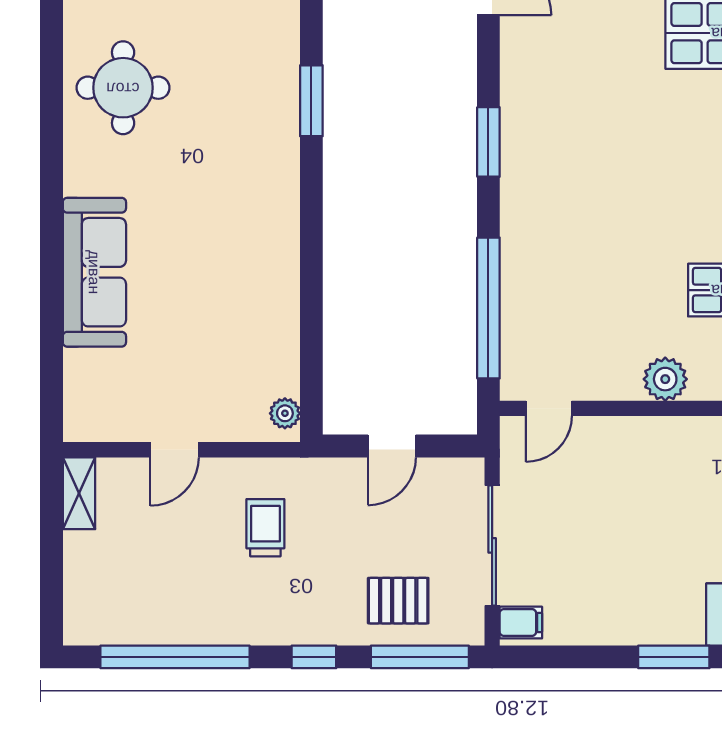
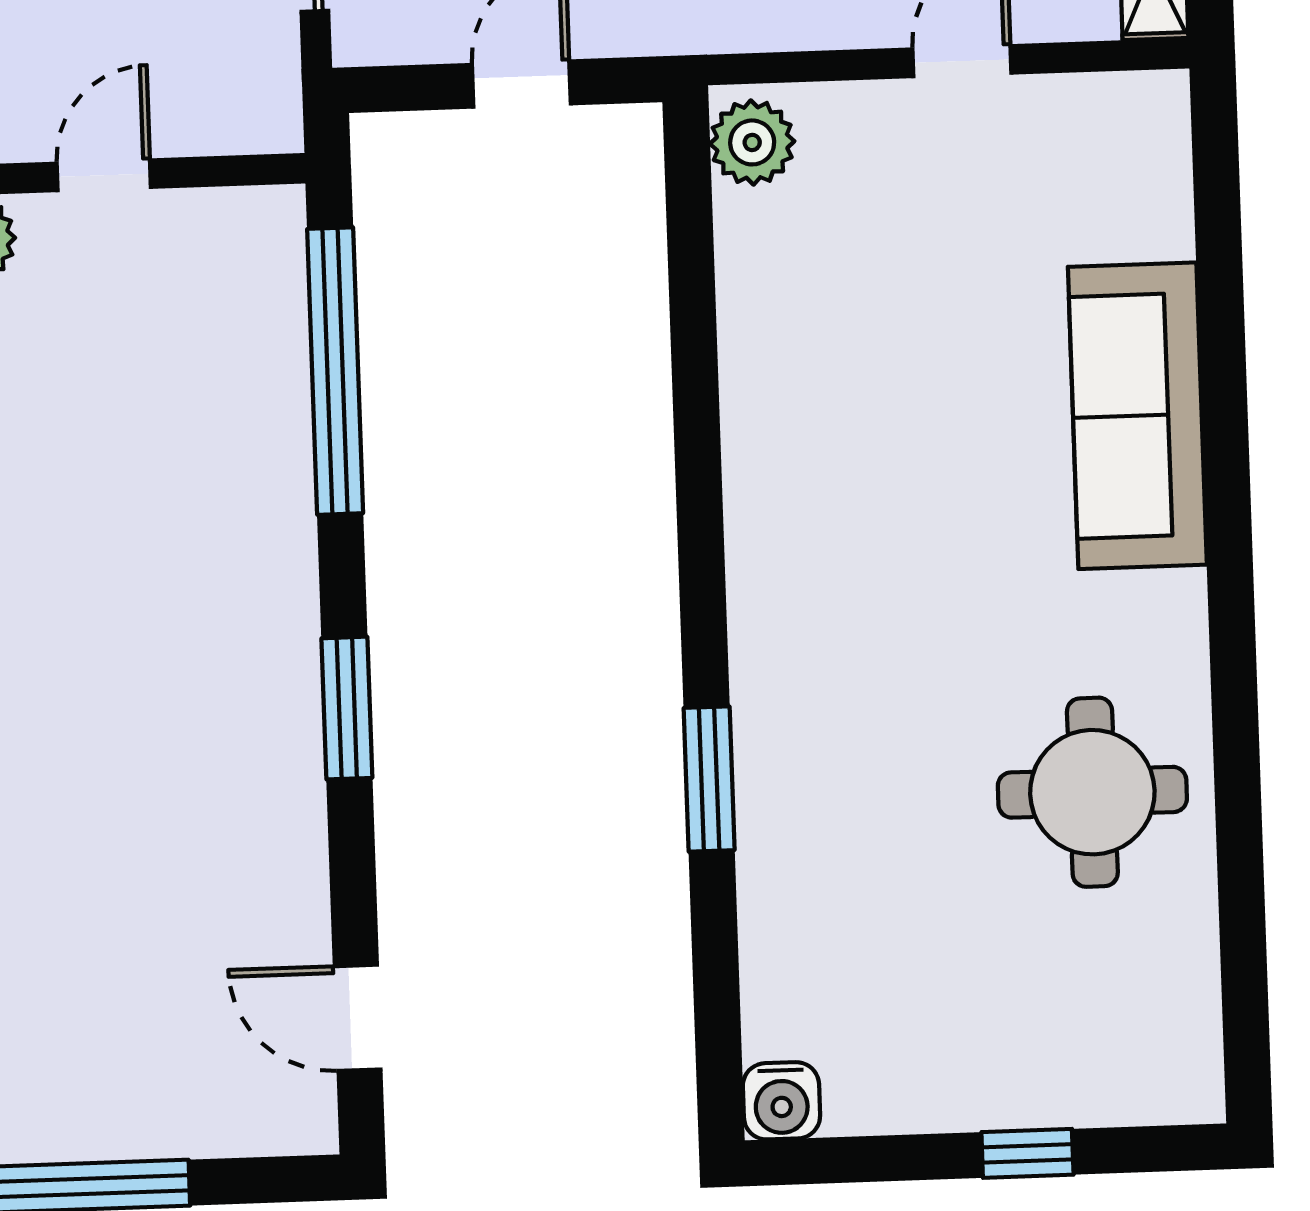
door: (549, 408) -> (104, 175), moved
plant: (285, 413) -> (752, 142), width x1.38, depth x1.38

